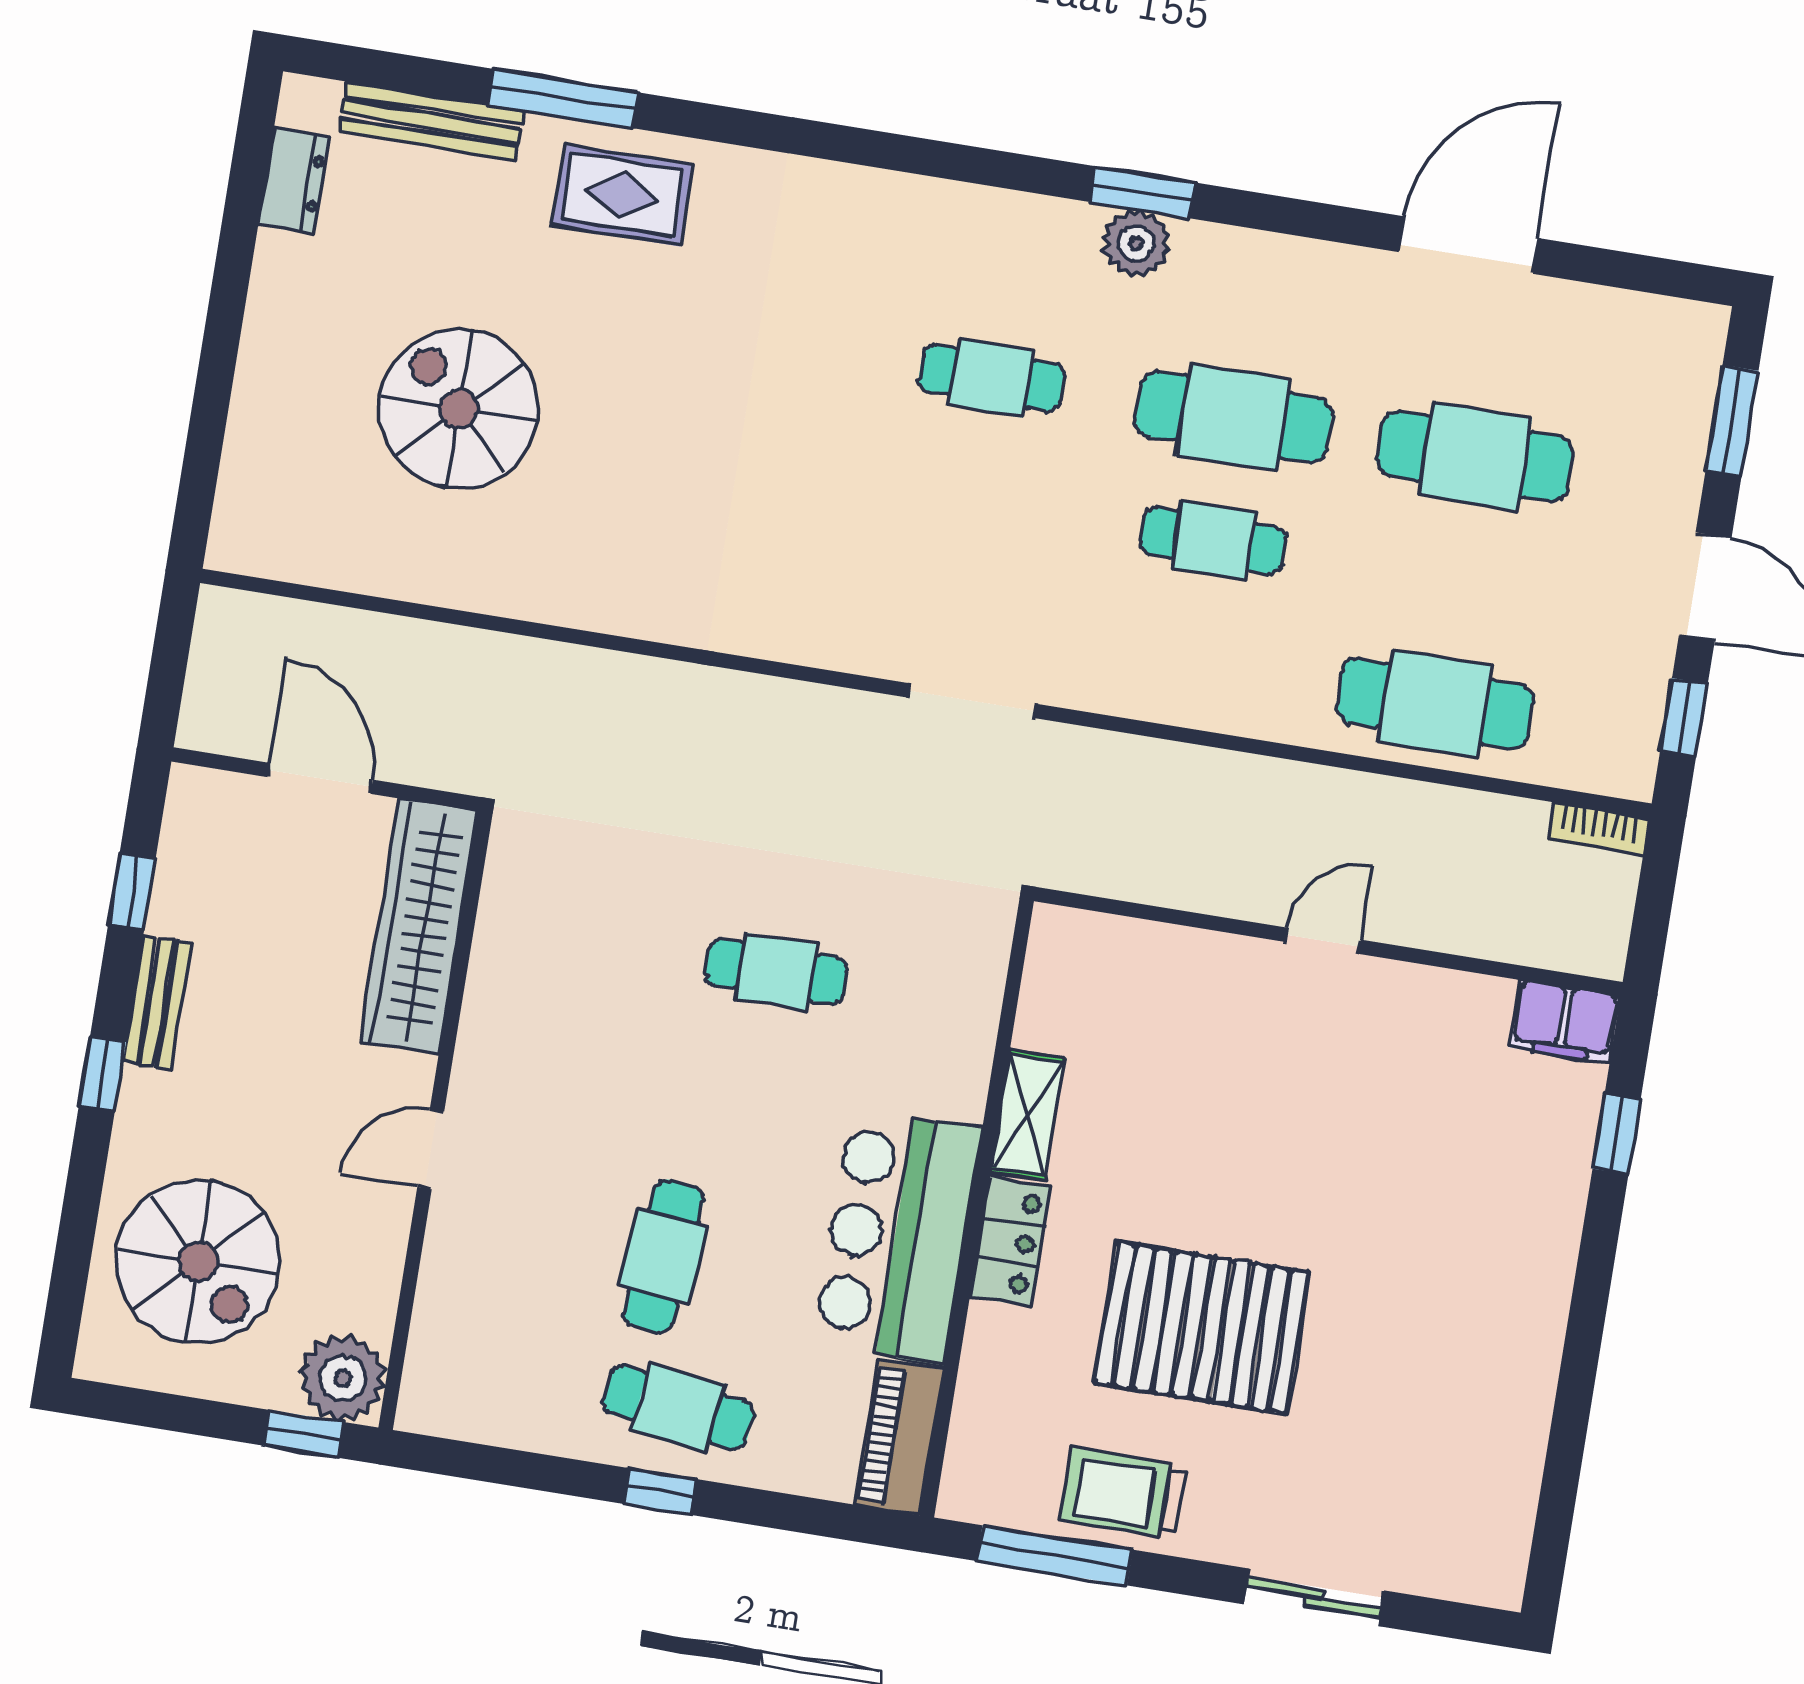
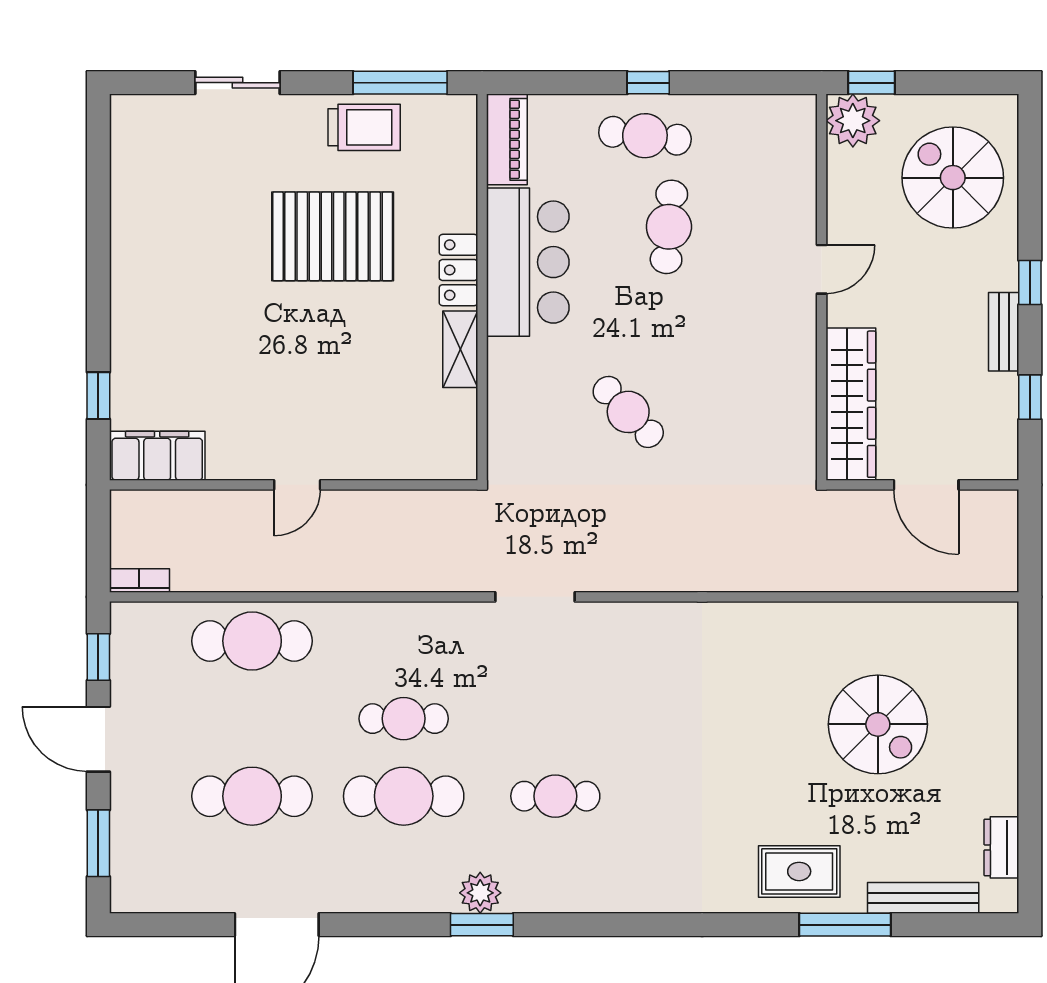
cafe table: (776, 972) -> (628, 412), turned 46
filing cabinet: (1564, 1022) -> (157, 456), width x1.50, depth x1.17

